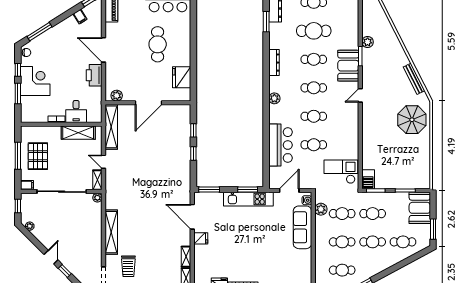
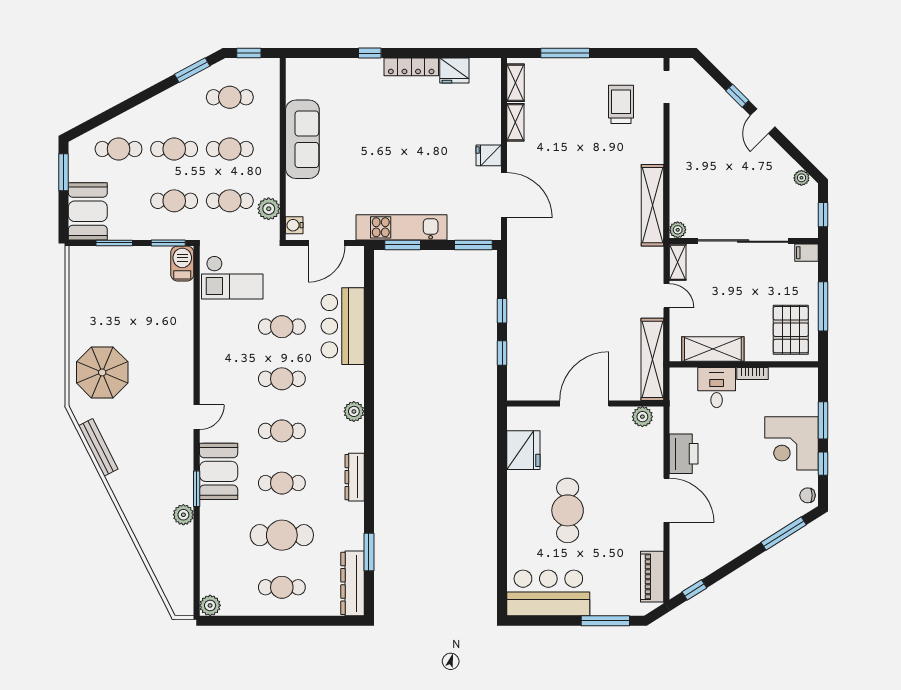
filing cabinet: (80, 17) -> (710, 561), removed
pallet: (38, 156) -> (791, 330), moved
sofa: (302, 227) -> (302, 139), moved
shelving: (111, 232) -> (652, 205), moved

